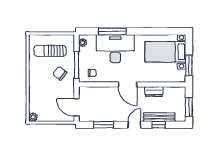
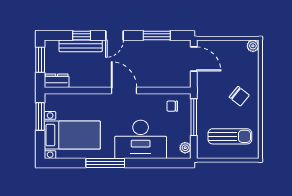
window: (112, 31) -> (105, 163), moved
chair: (60, 73) -> (239, 96), moved
dresser: (154, 92) -> (57, 81), moved

